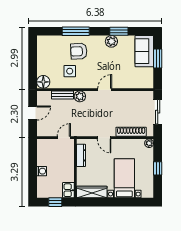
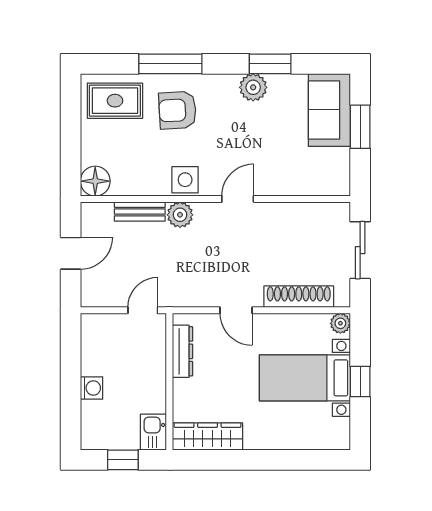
rug: (52, 47) -> (115, 101), added
side table: (70, 71) -> (185, 180), moved
bed with nightstands: (124, 178) -> (305, 378), moved, turned -90

